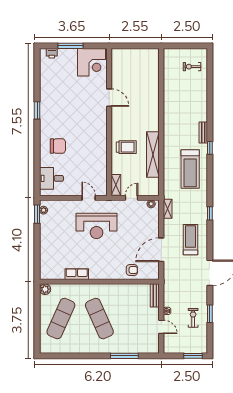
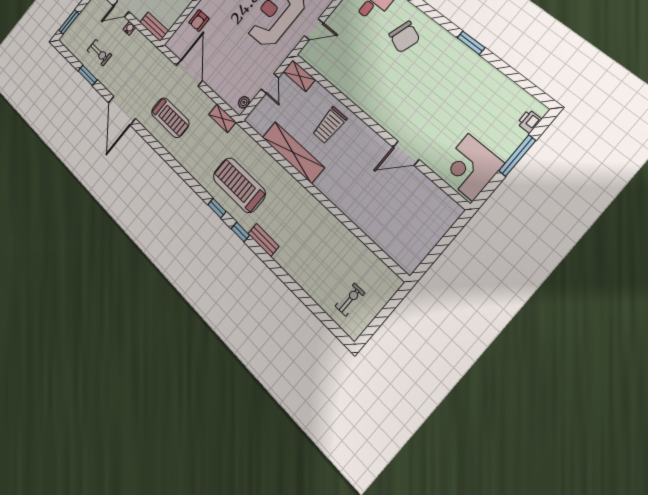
chair: (58, 146) -> (404, 37), turned -70
window: (210, 213) -> (217, 208), moved

